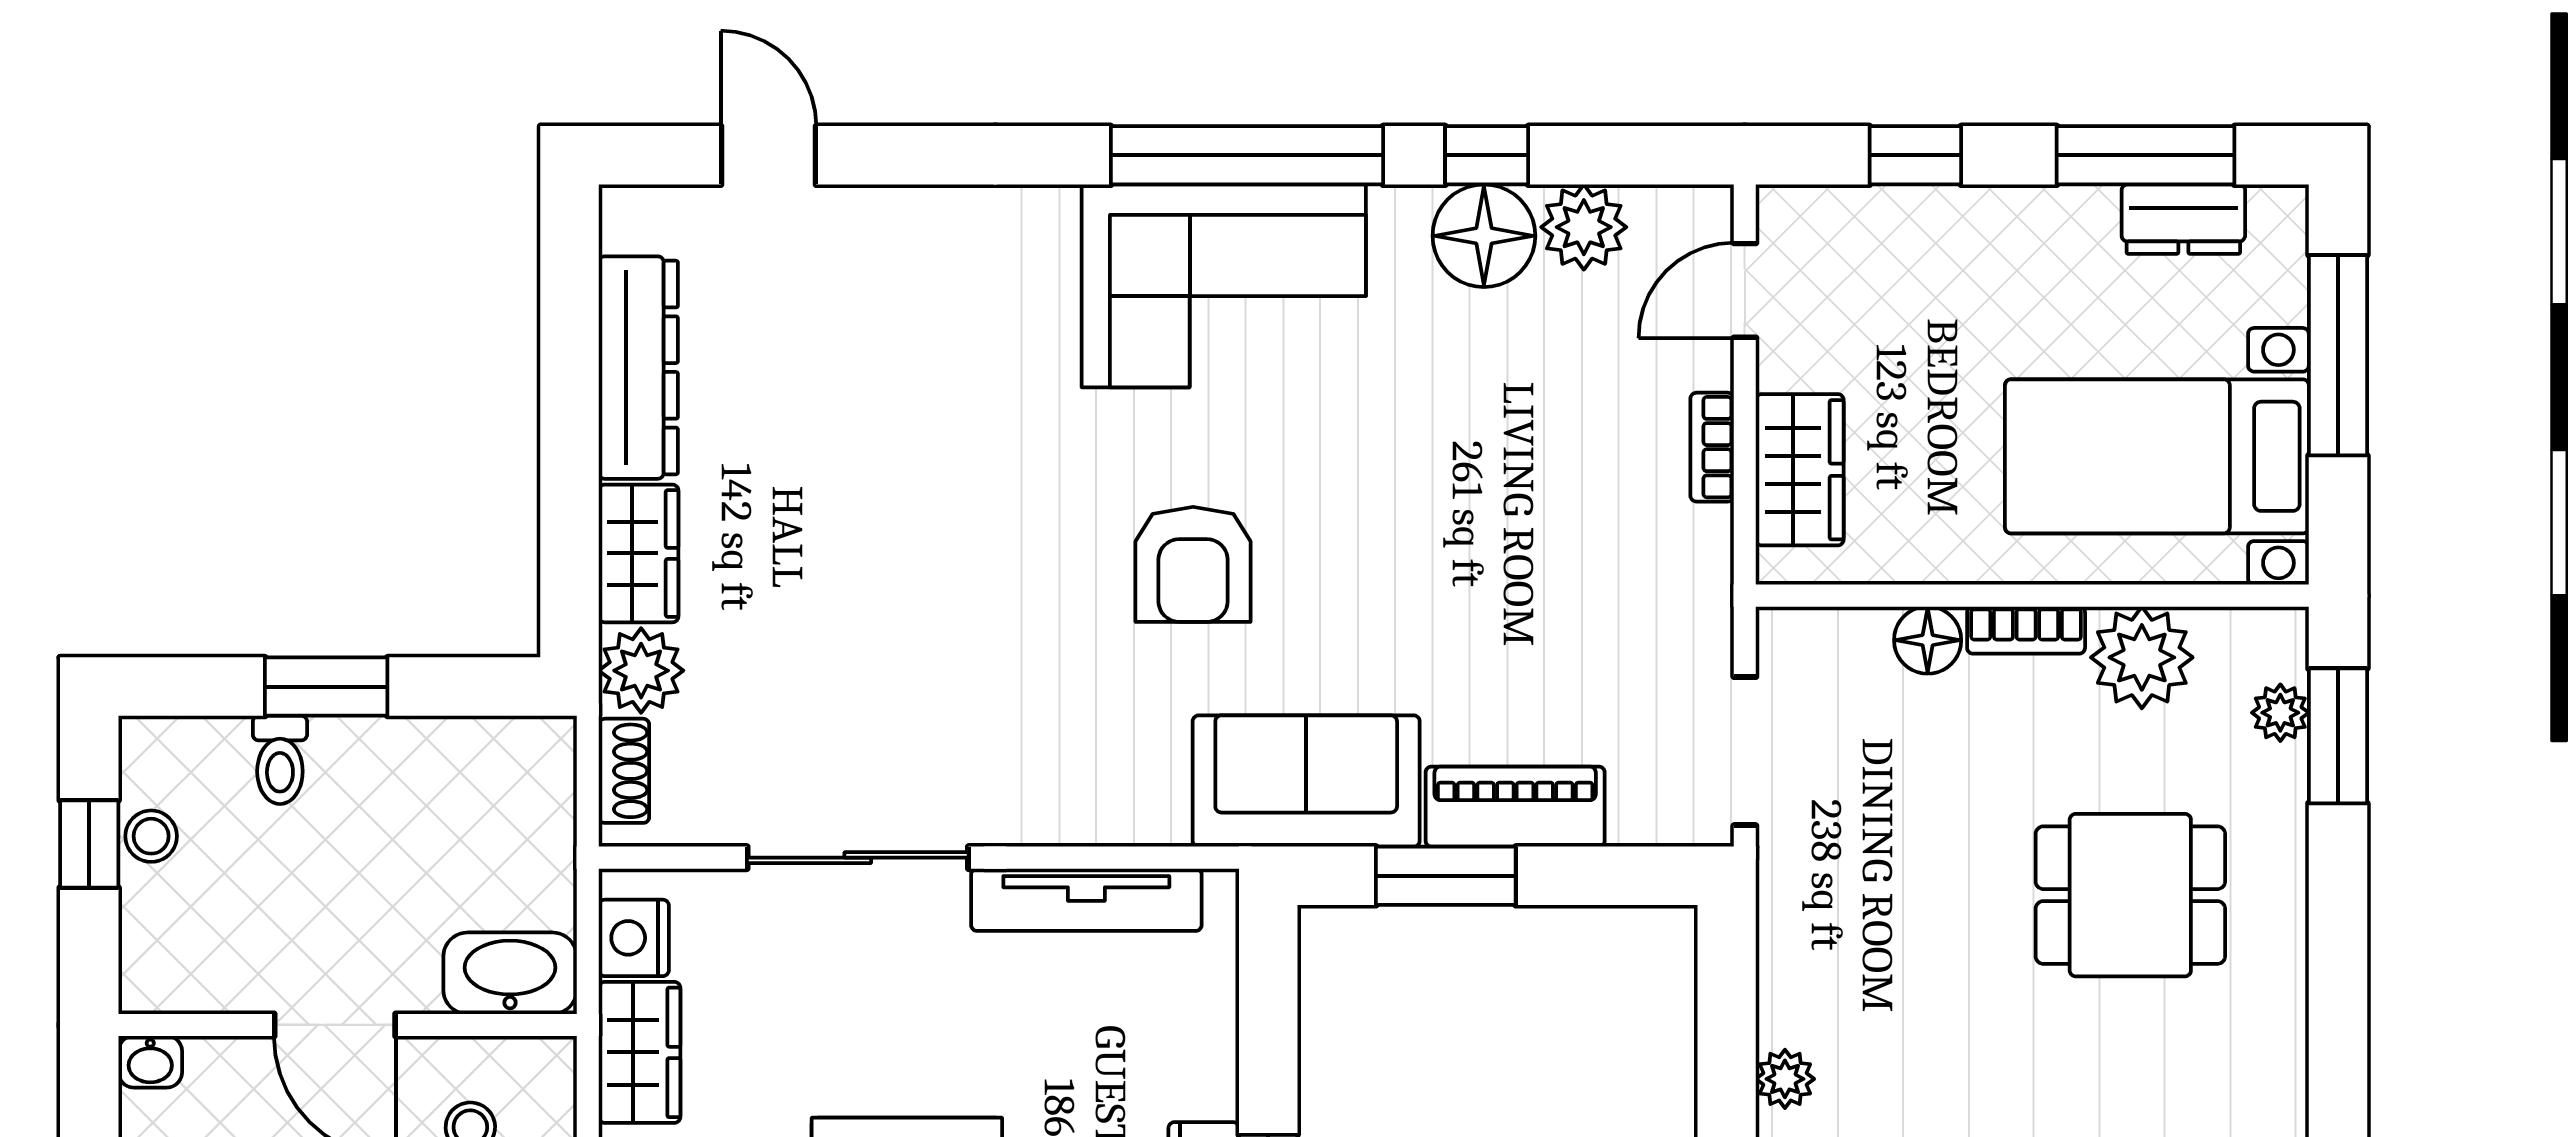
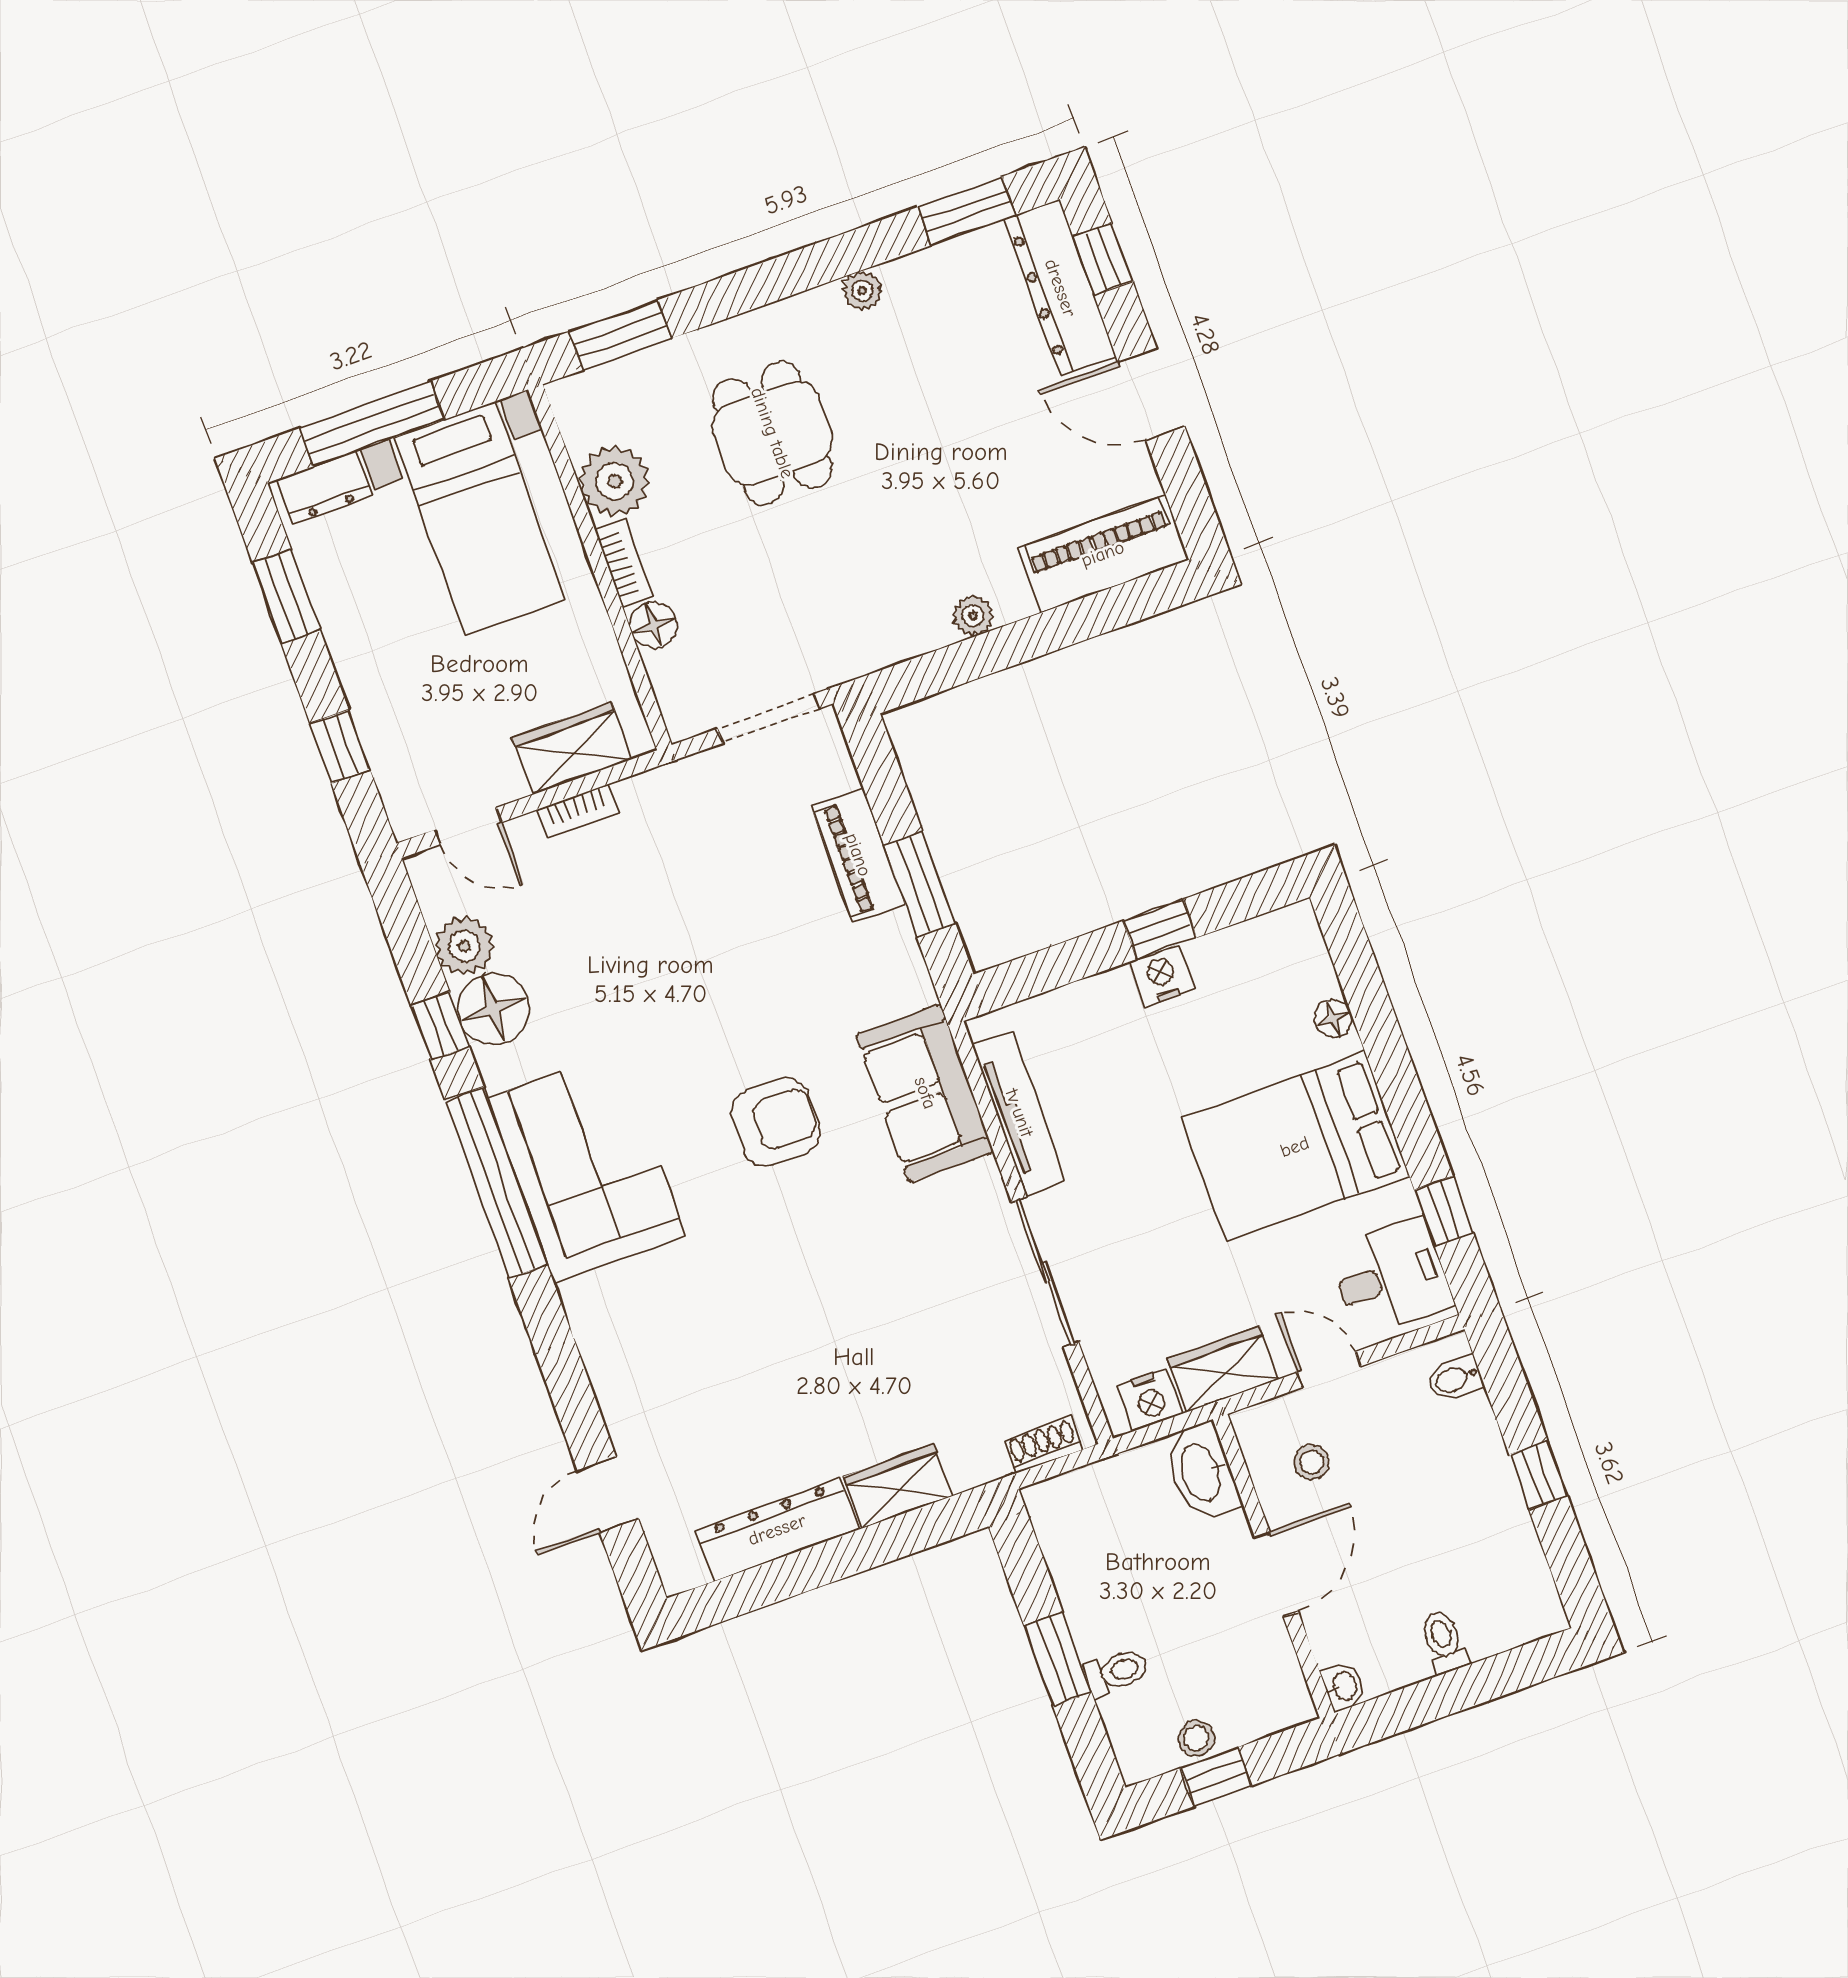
window: (2146, 155) -> (286, 596), width x0.69
dresser: (2183, 219) -> (325, 488), moved, turned 90
plant: (641, 671) -> (974, 1457), removed
plant: (2280, 713) -> (862, 291), moved
sofa: (1306, 781) -> (925, 1093), moved

